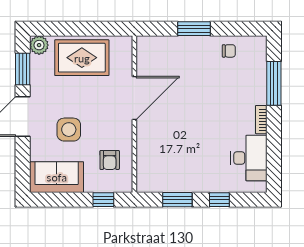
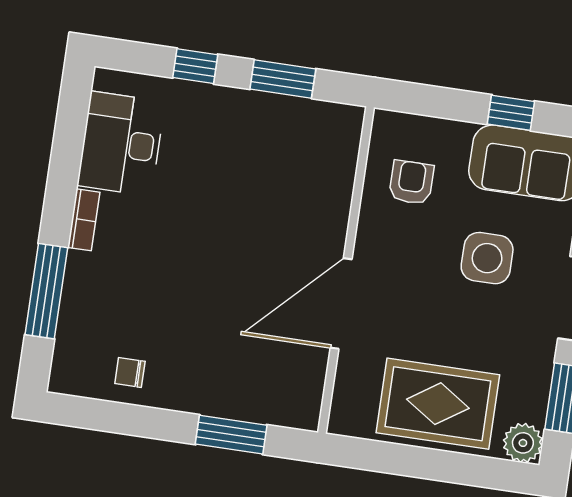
window: (194, 29) -> (231, 435), moved
window: (103, 200) -> (511, 113), moved

